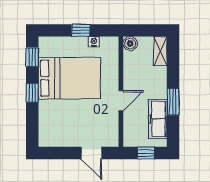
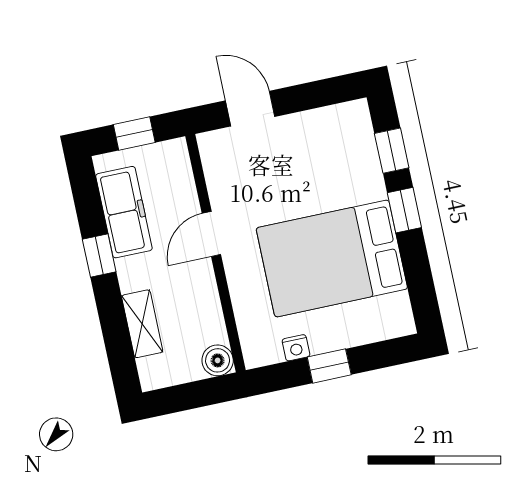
shelving: (160, 51) -> (142, 324), moved
window: (32, 57) -> (392, 151), moved
window: (173, 102) -> (99, 255), width x0.67

